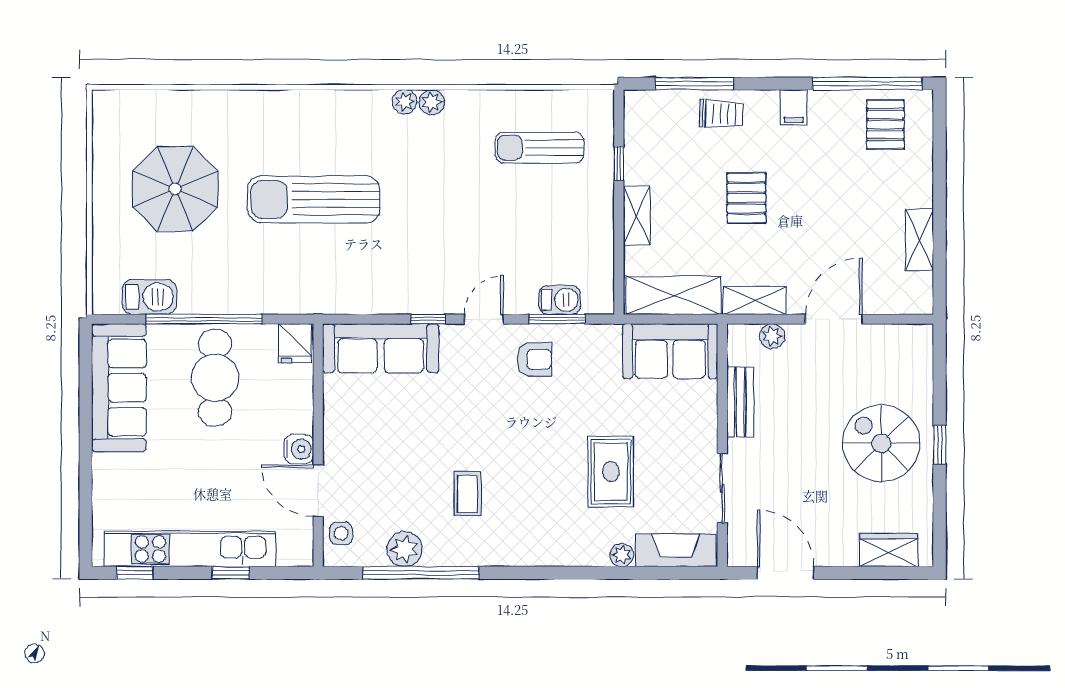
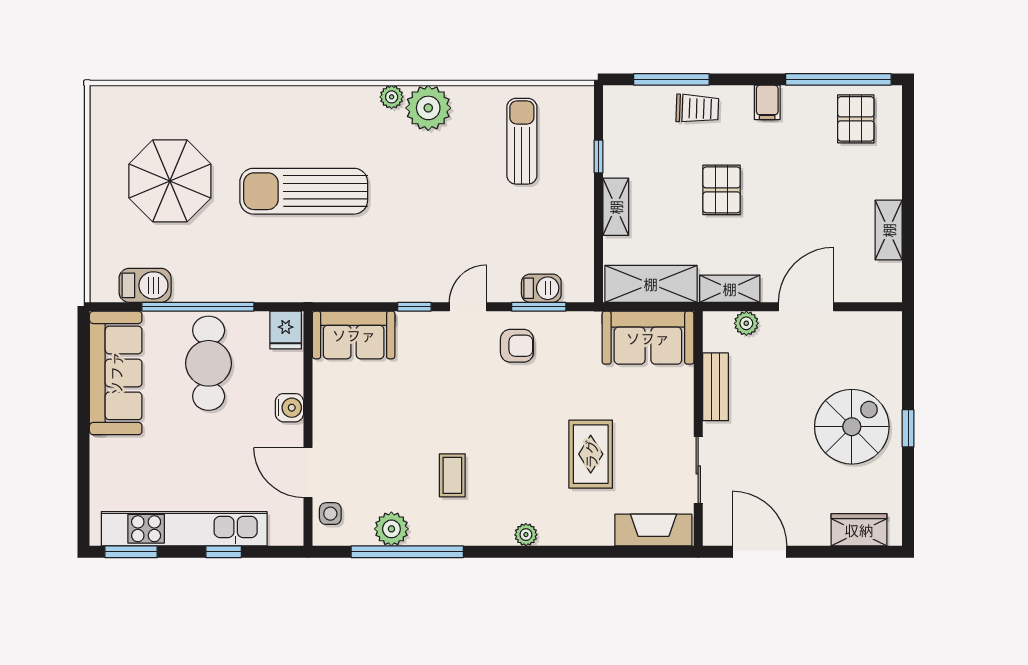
plant: (432, 102) -> (428, 108), width x1.88, depth x1.88
sun lounger: (540, 148) -> (522, 141), turned 90
sofa: (381, 348) -> (354, 335), width x0.73
spiral stairs: (881, 443) -> (852, 427), turned 90
water cooler: (299, 449) -> (289, 408), moved
plant: (622, 555) -> (526, 535), moved
window: (135, 573) -> (131, 552), width x1.50

